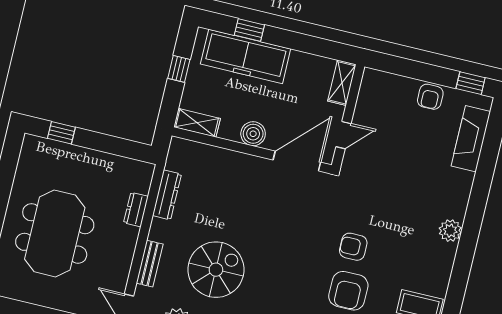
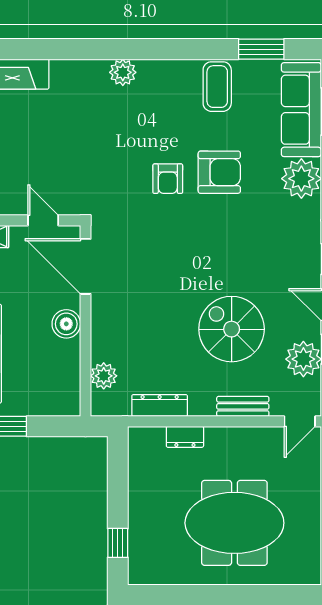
shelving: (197, 123) -> (69, 391), removed
plant: (203, 154) -> (104, 376), added

